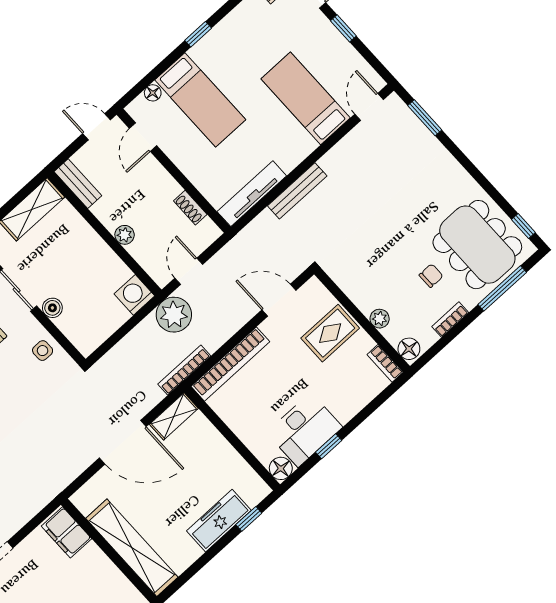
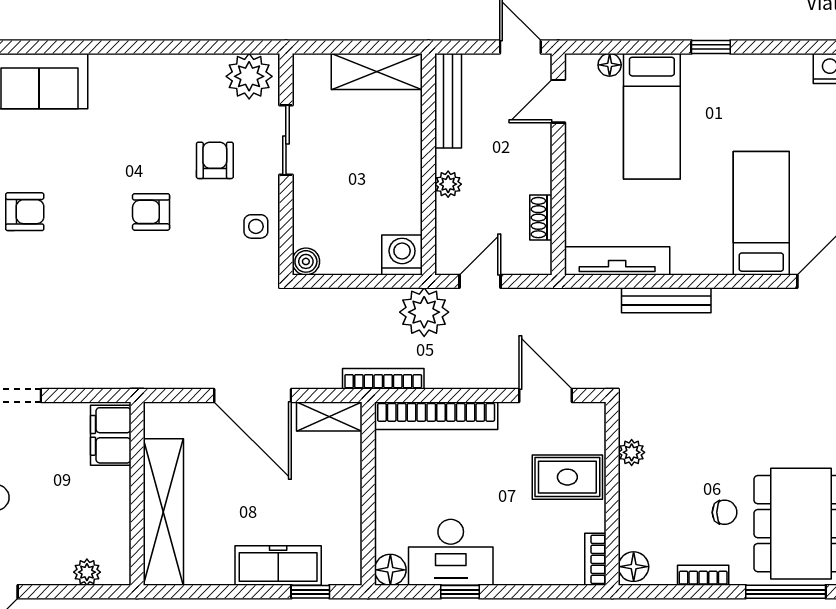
bench: (78, 184) -> (448, 101), width x1.36
boiler: (52, 308) -> (306, 261), moved
plant: (380, 319) -> (632, 452), moved

